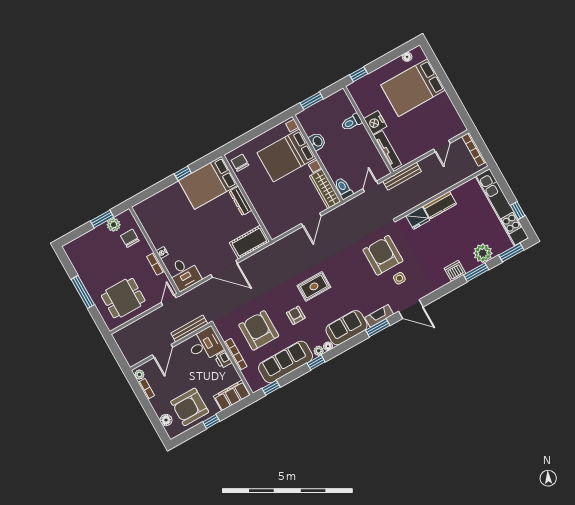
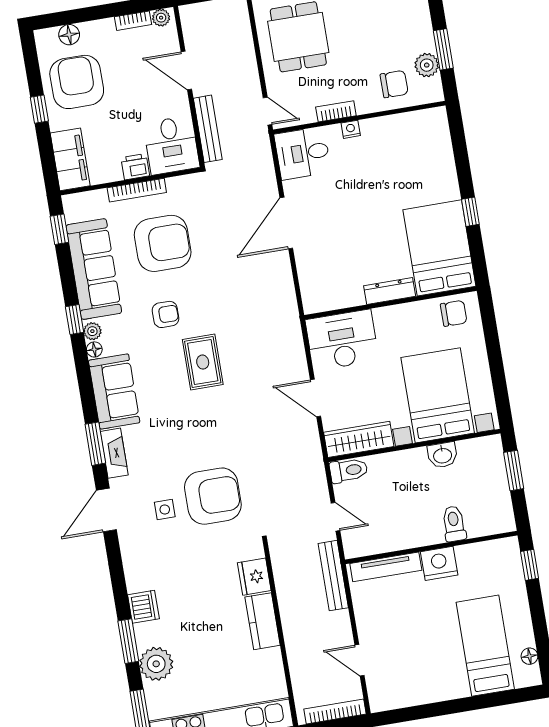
bed: (413, 88) -> (485, 646), width x0.67
desk: (276, 217) -> (342, 340), added
cot: (249, 242) -> (315, 281), removed

